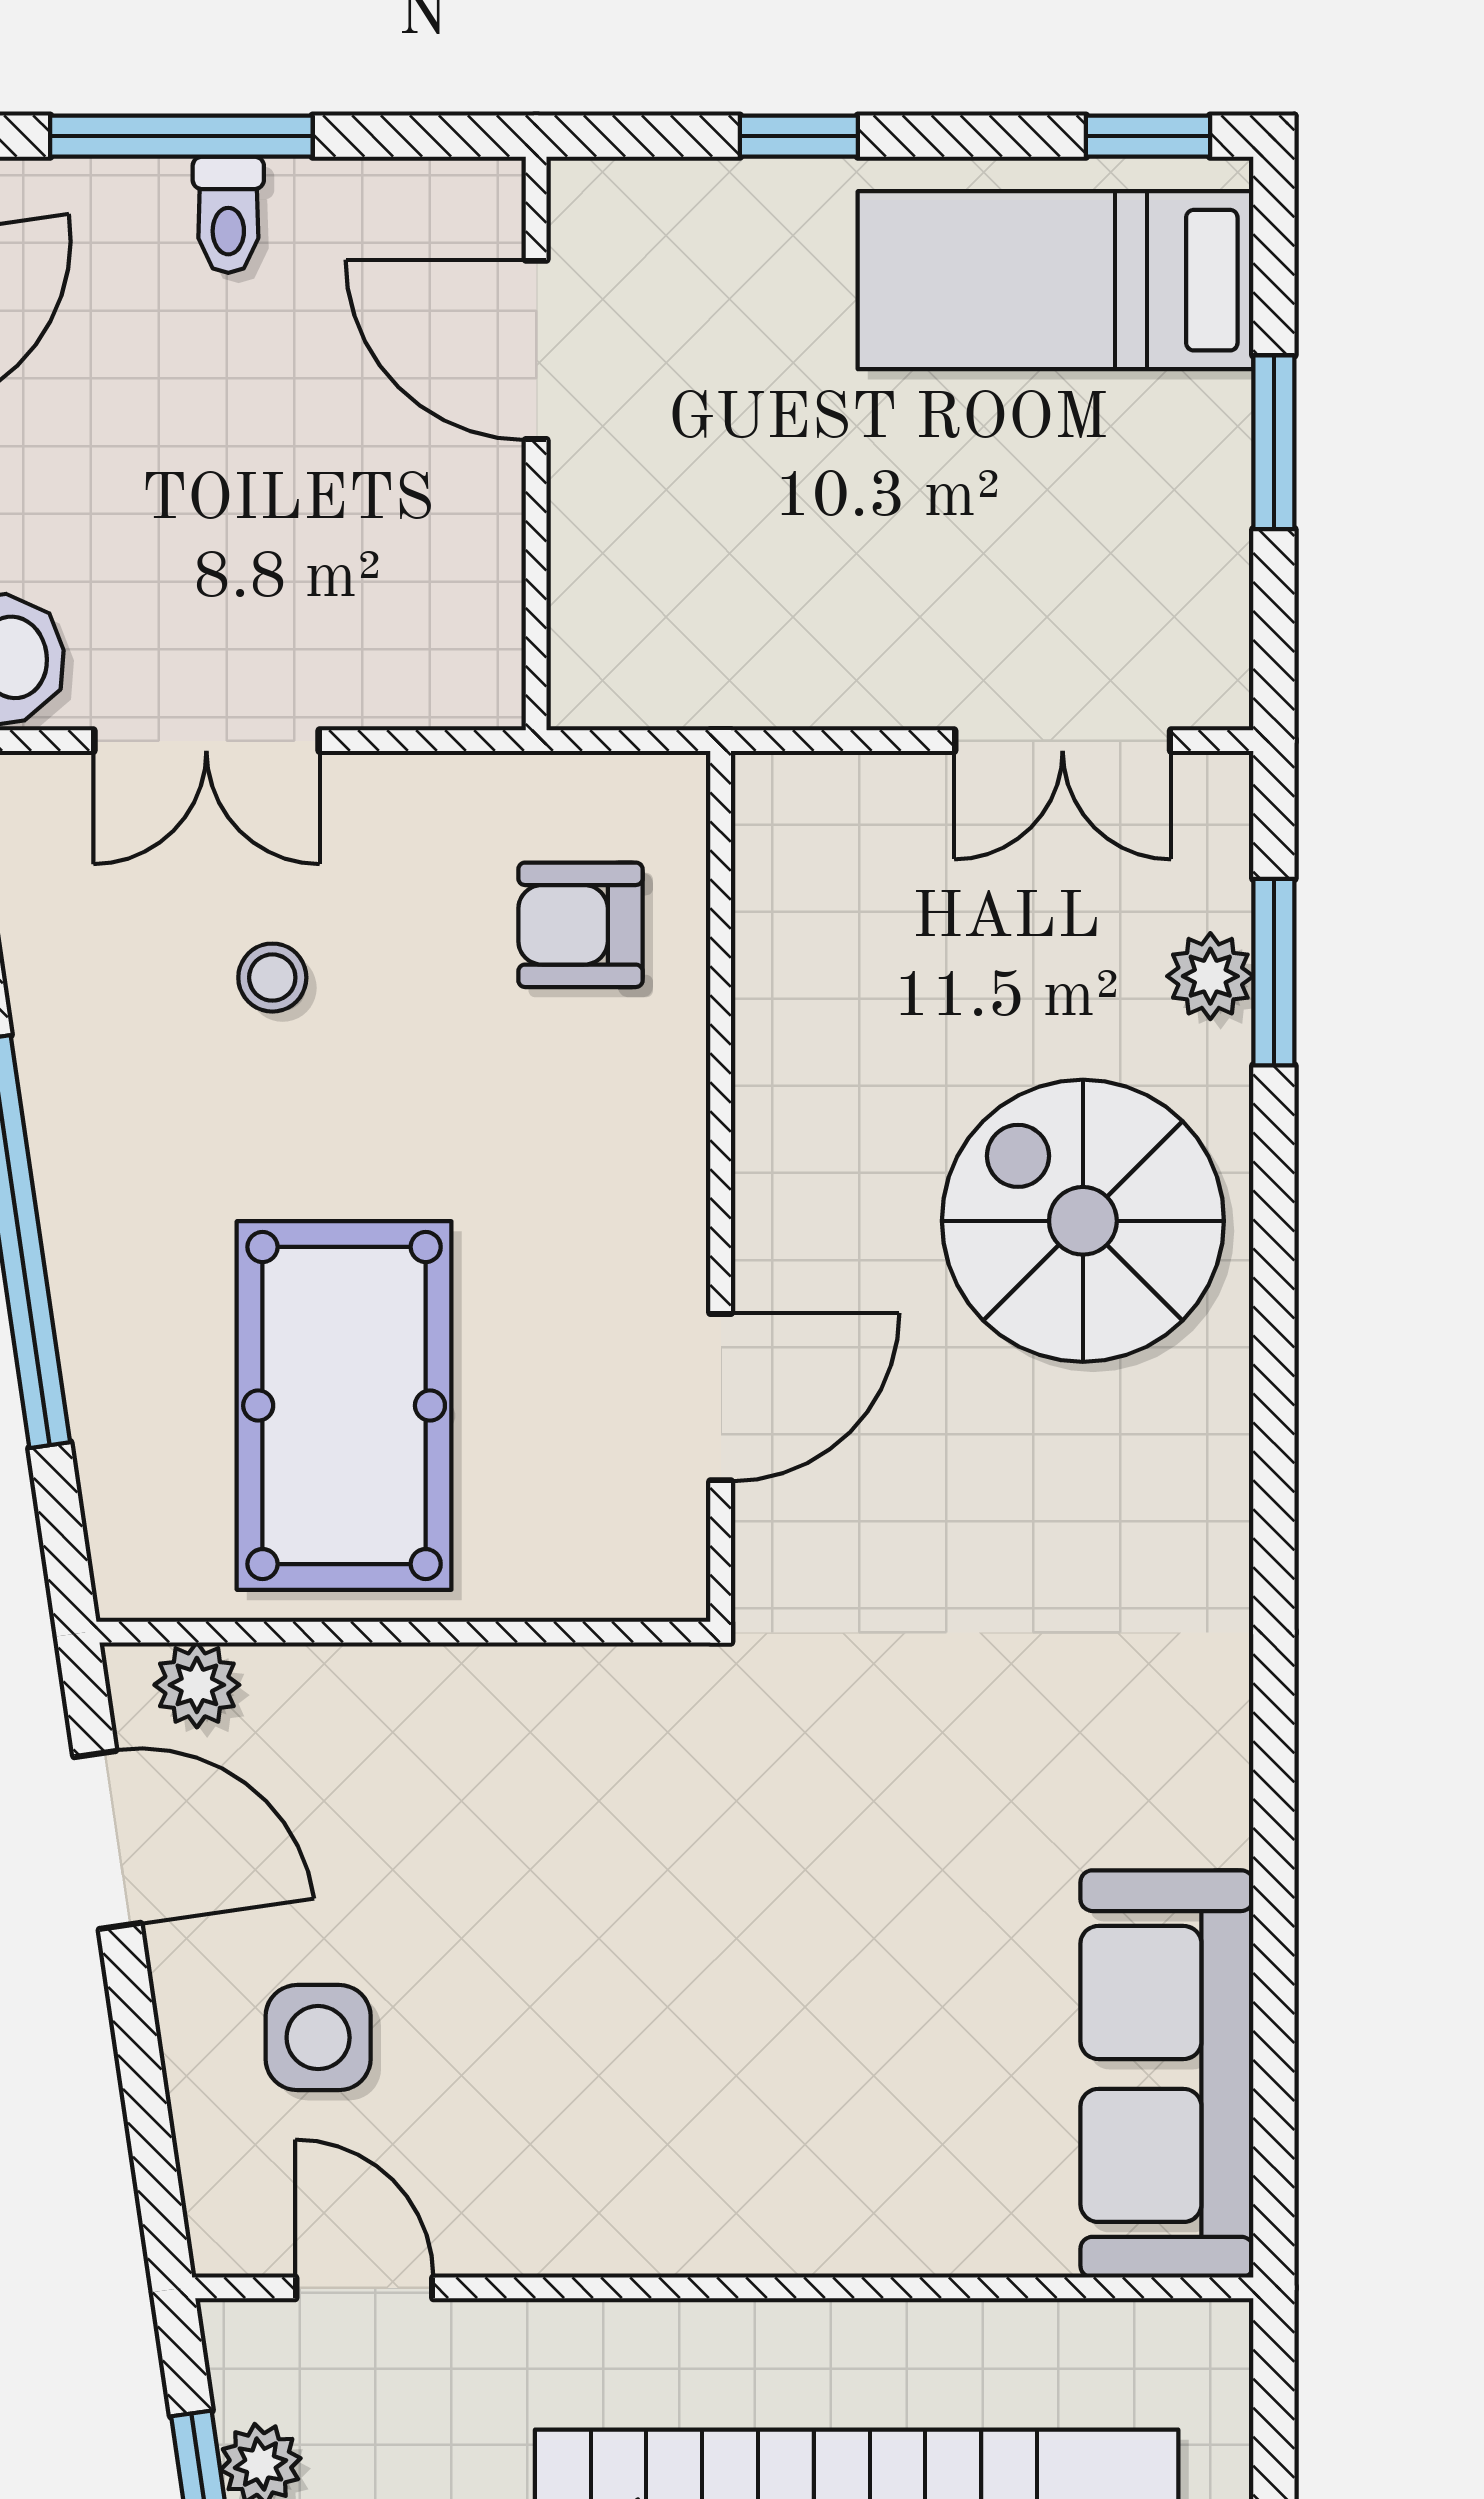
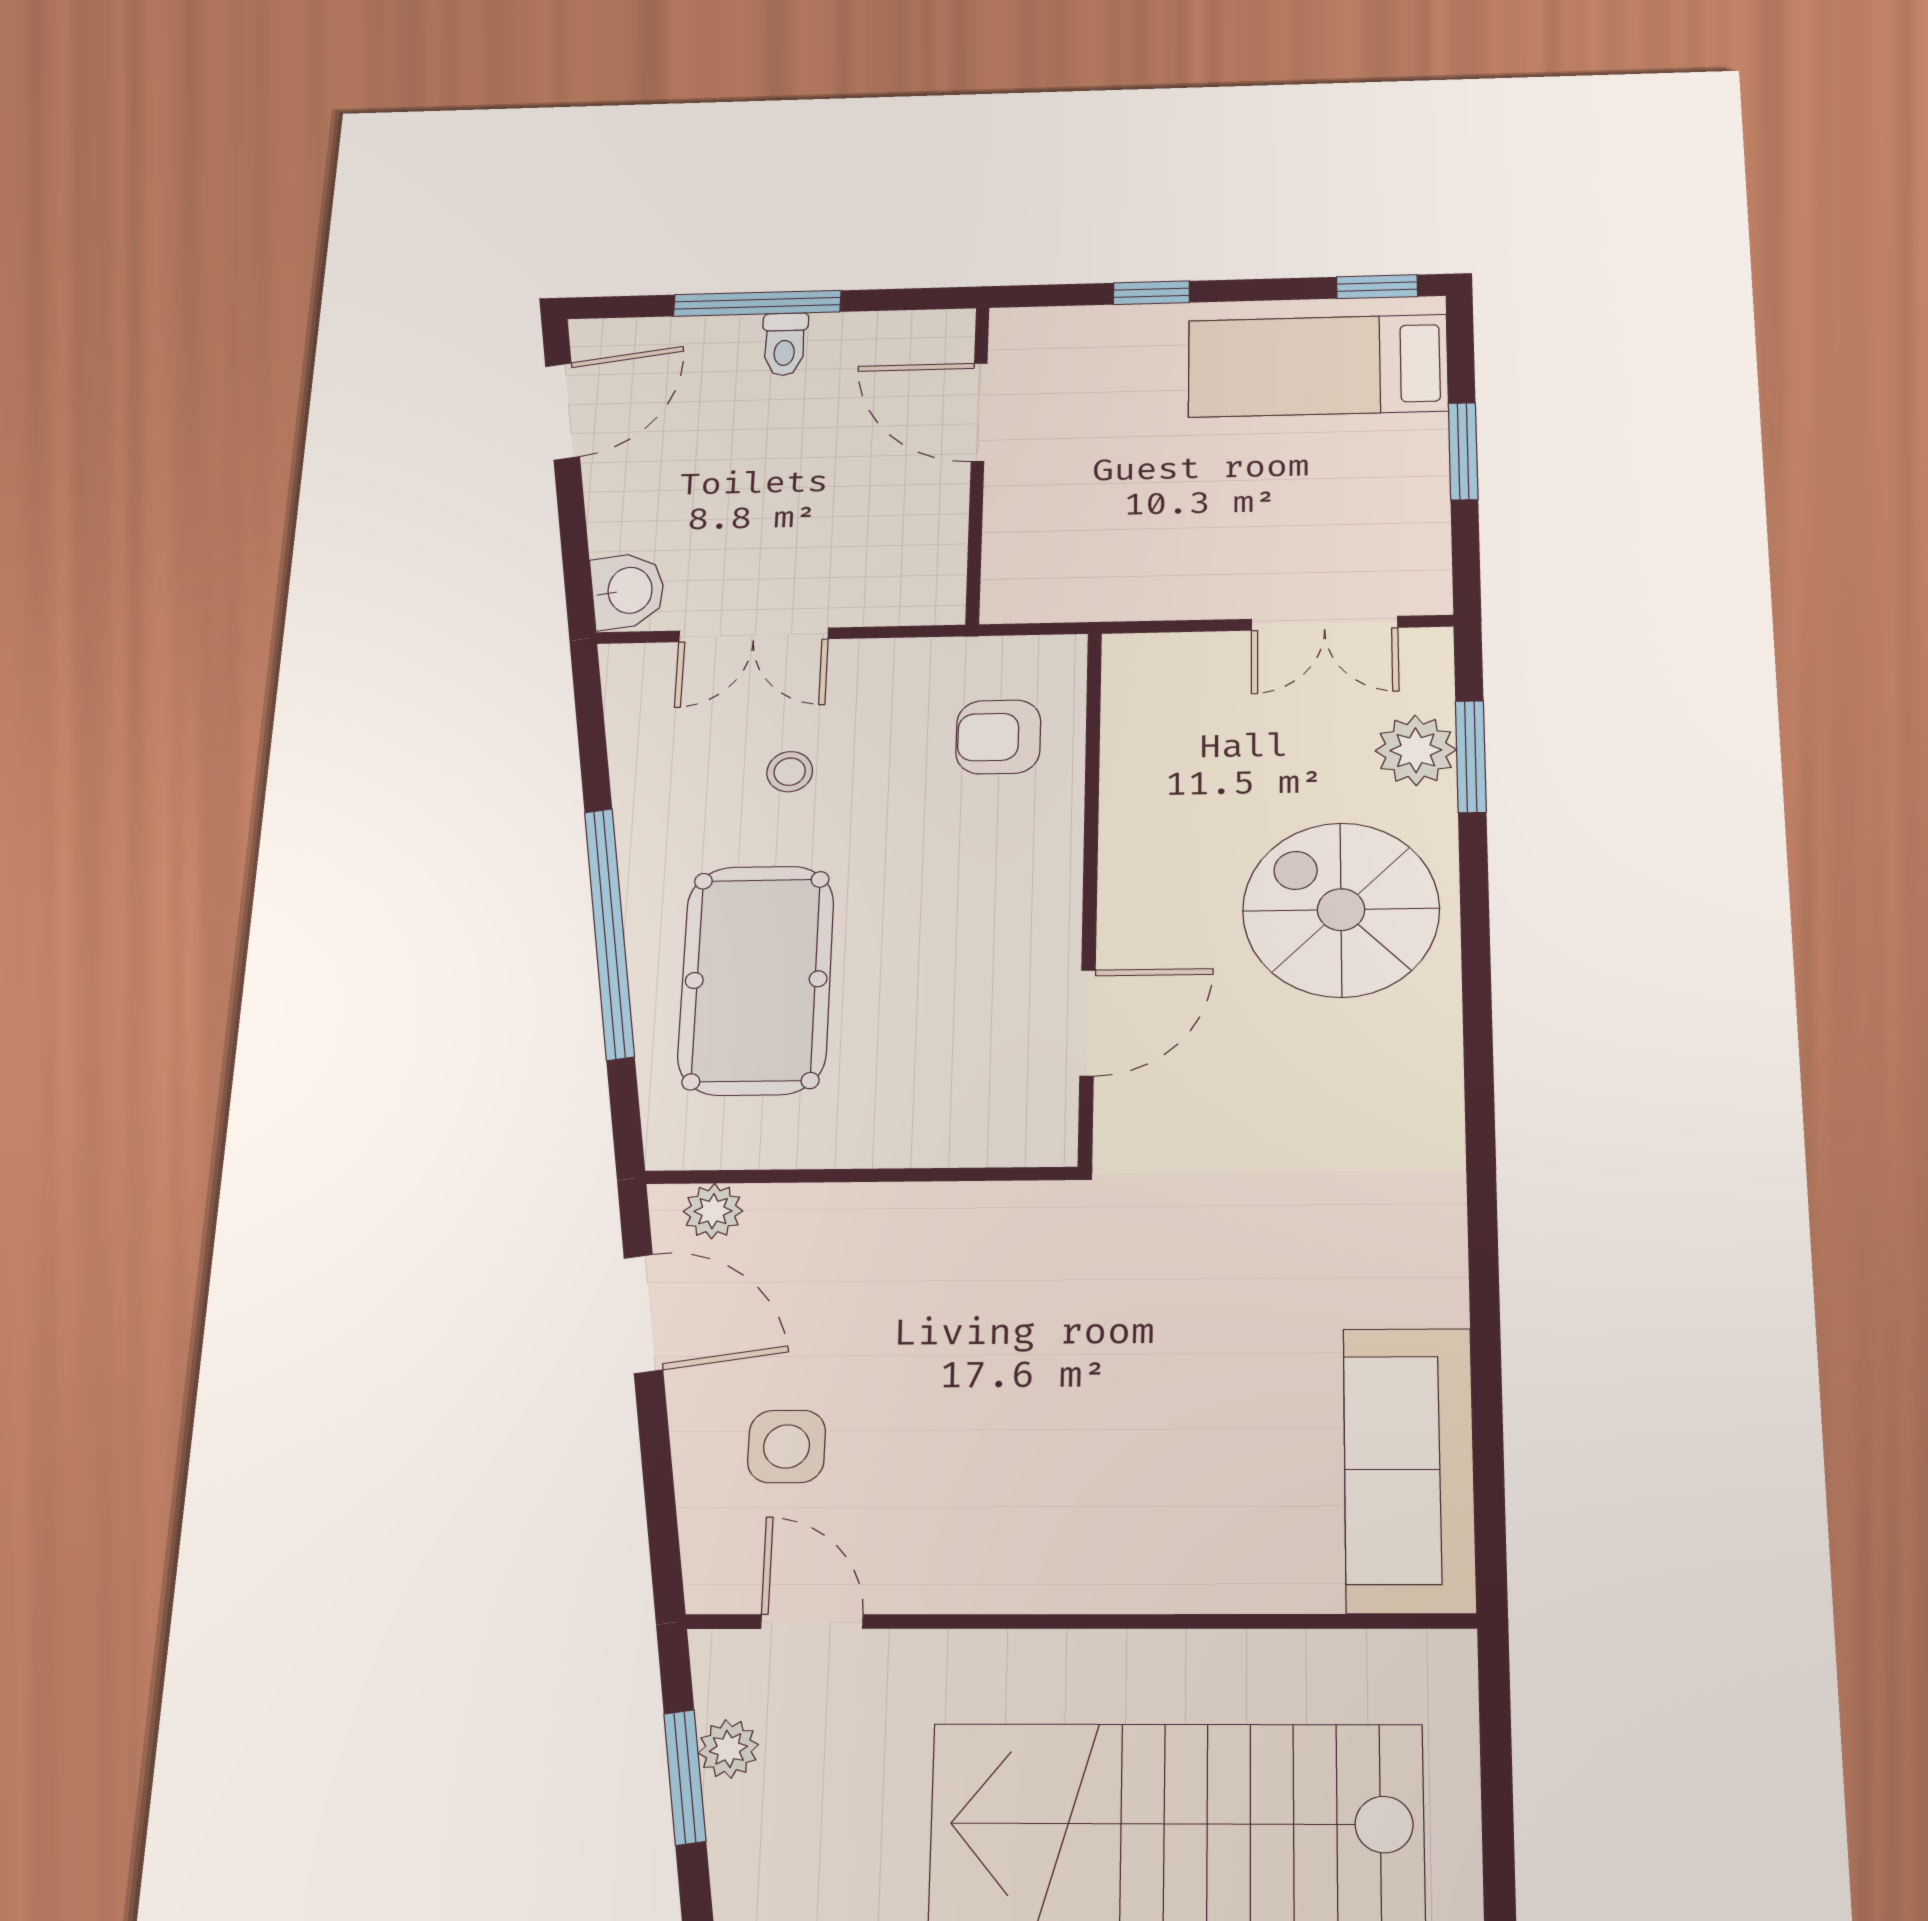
plant: (1210, 976) -> (1416, 750), width x1.38, depth x1.38
pool table: (344, 1406) -> (756, 980), moved

